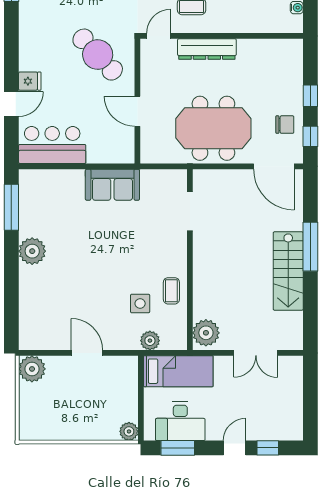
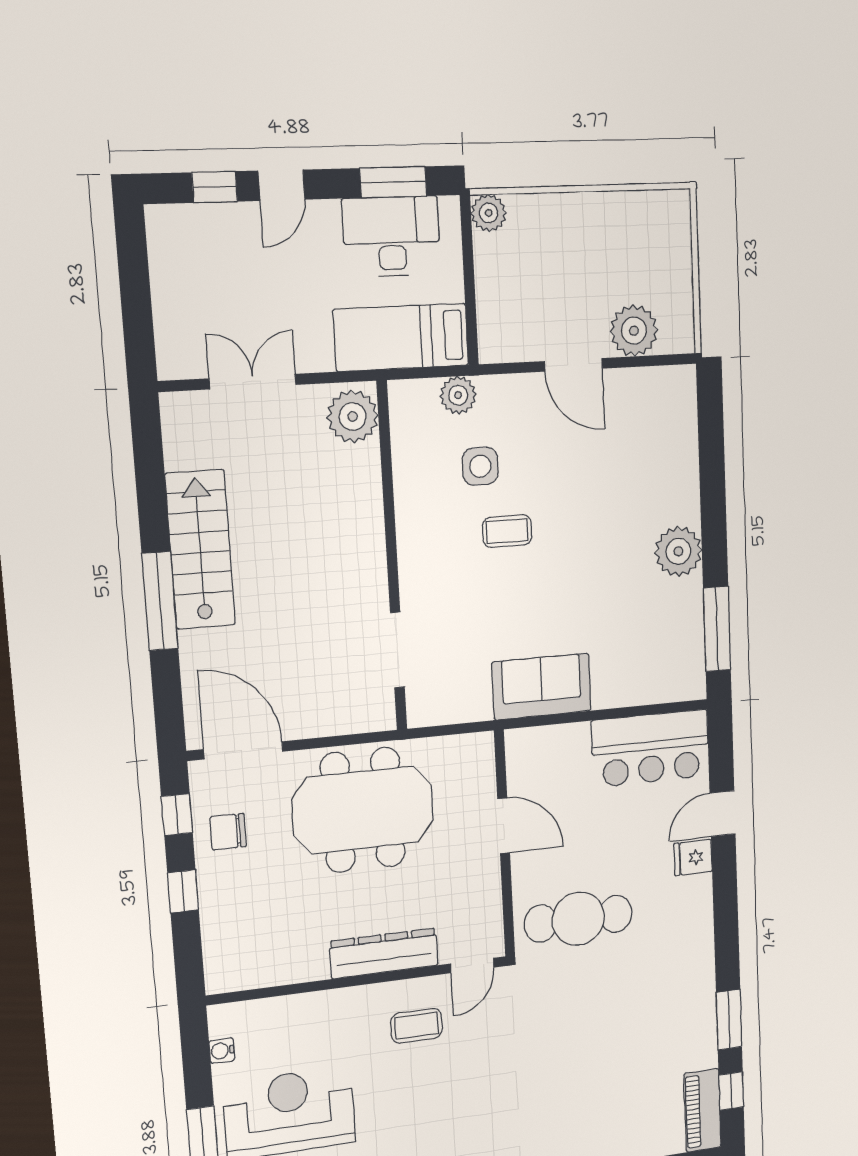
cafe table: (98, 55) -> (578, 919), turned -47
coffee table: (171, 291) -> (507, 531), moved, turned 90
plant: (32, 369) -> (634, 331), moved

